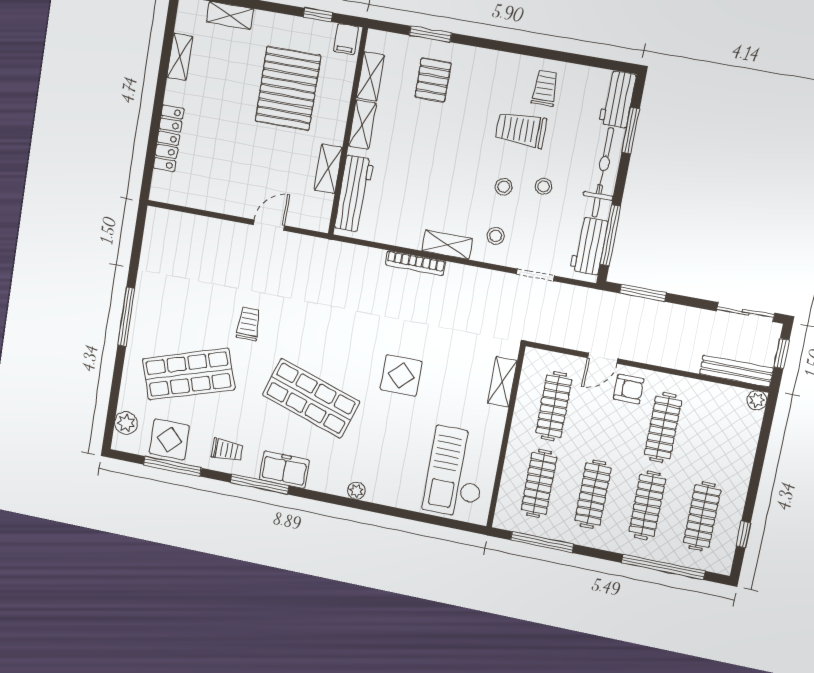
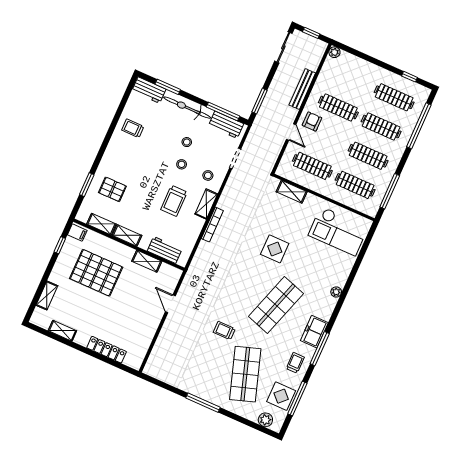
trolley: (521, 130) -> (174, 201), moved
workbench: (354, 194) -> (165, 250), width x0.73
bench: (736, 371) -> (302, 89), moved

